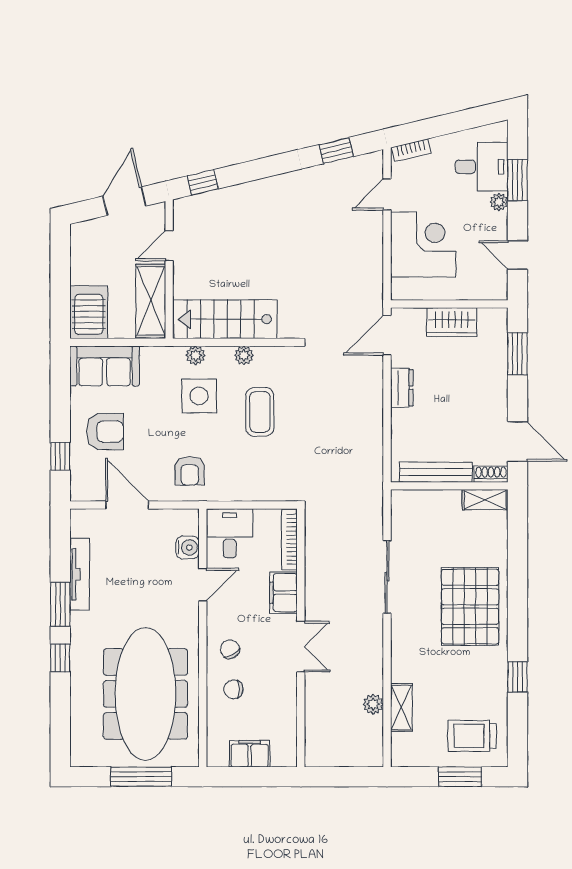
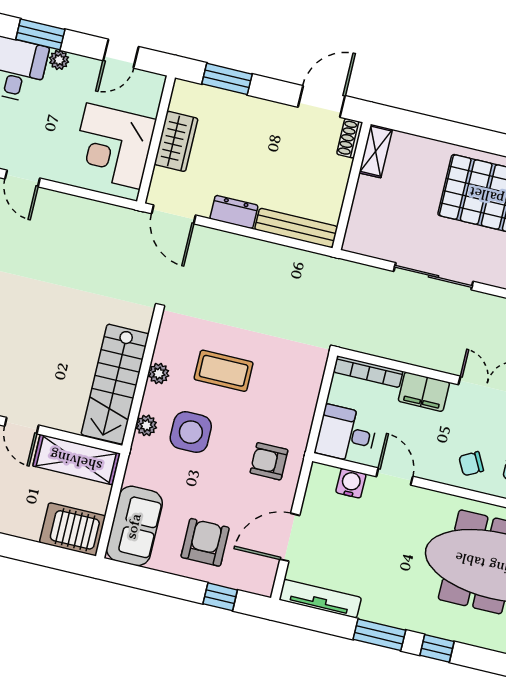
corner desk: (423, 245) -> (113, 146), moved, turned -90
armchair: (190, 471) -> (269, 461), turned 180
bench: (436, 472) -> (296, 228), moved, turned 90
tv unit: (80, 574) -> (320, 599), moved

